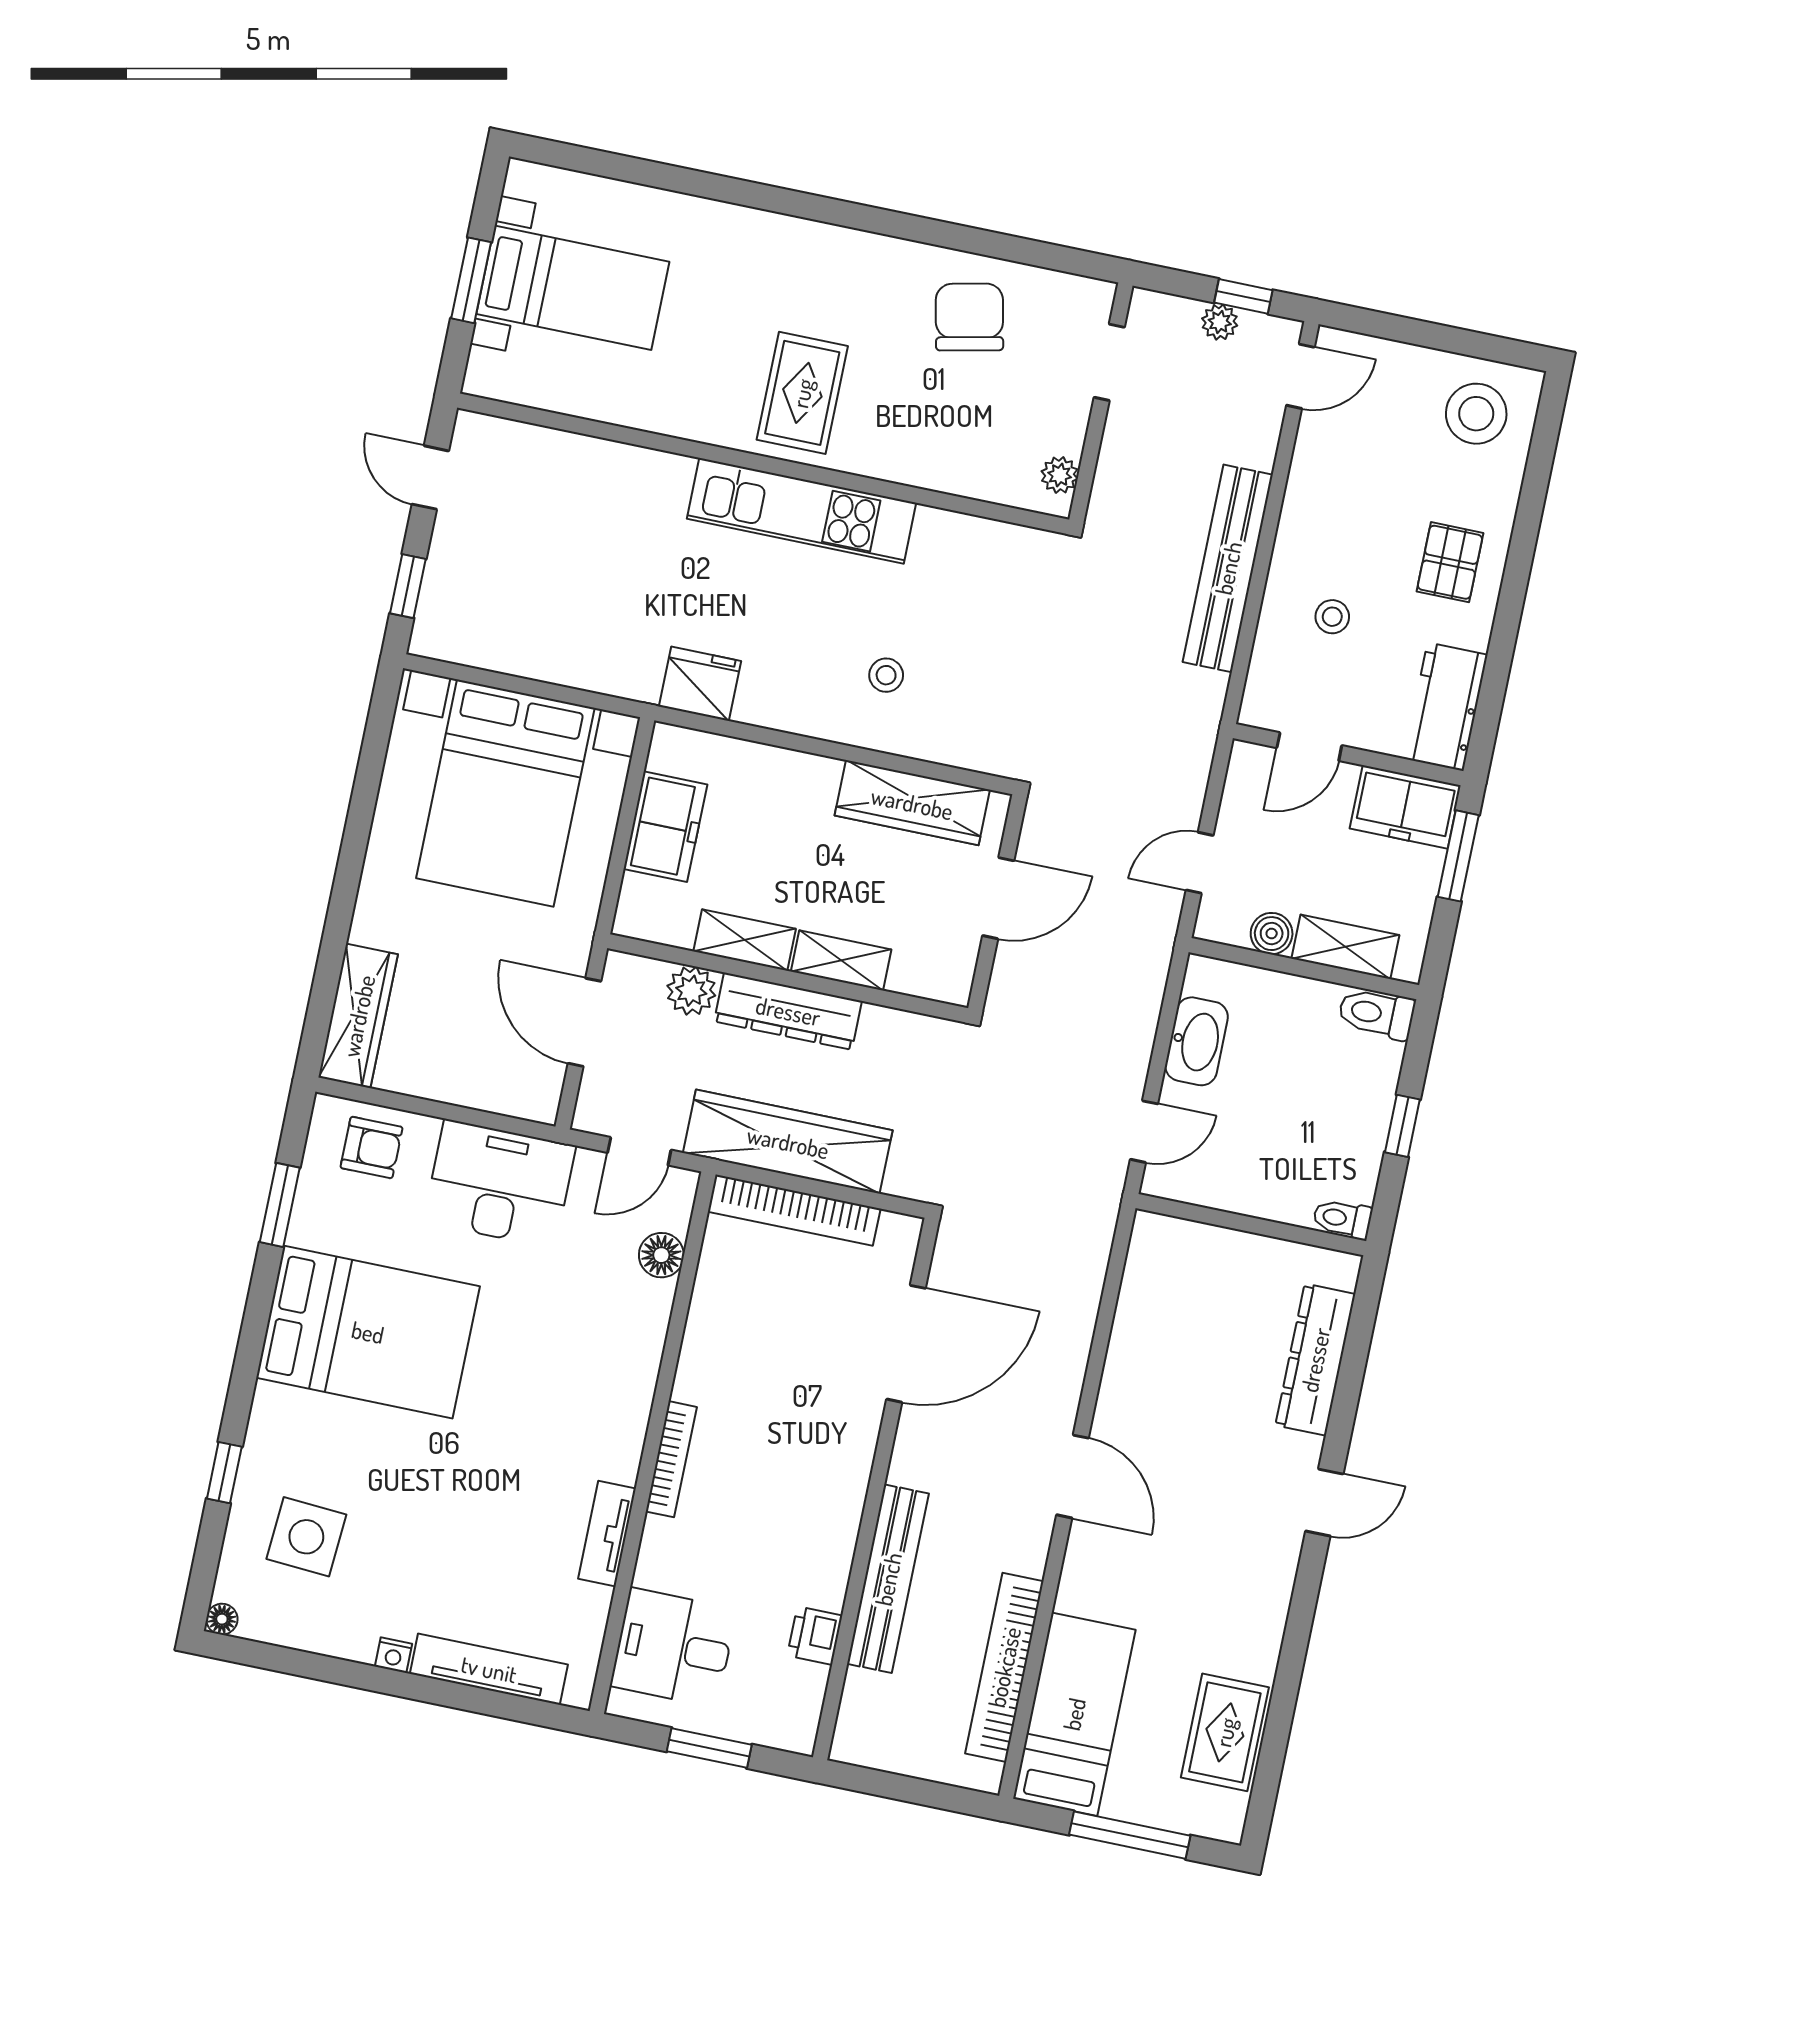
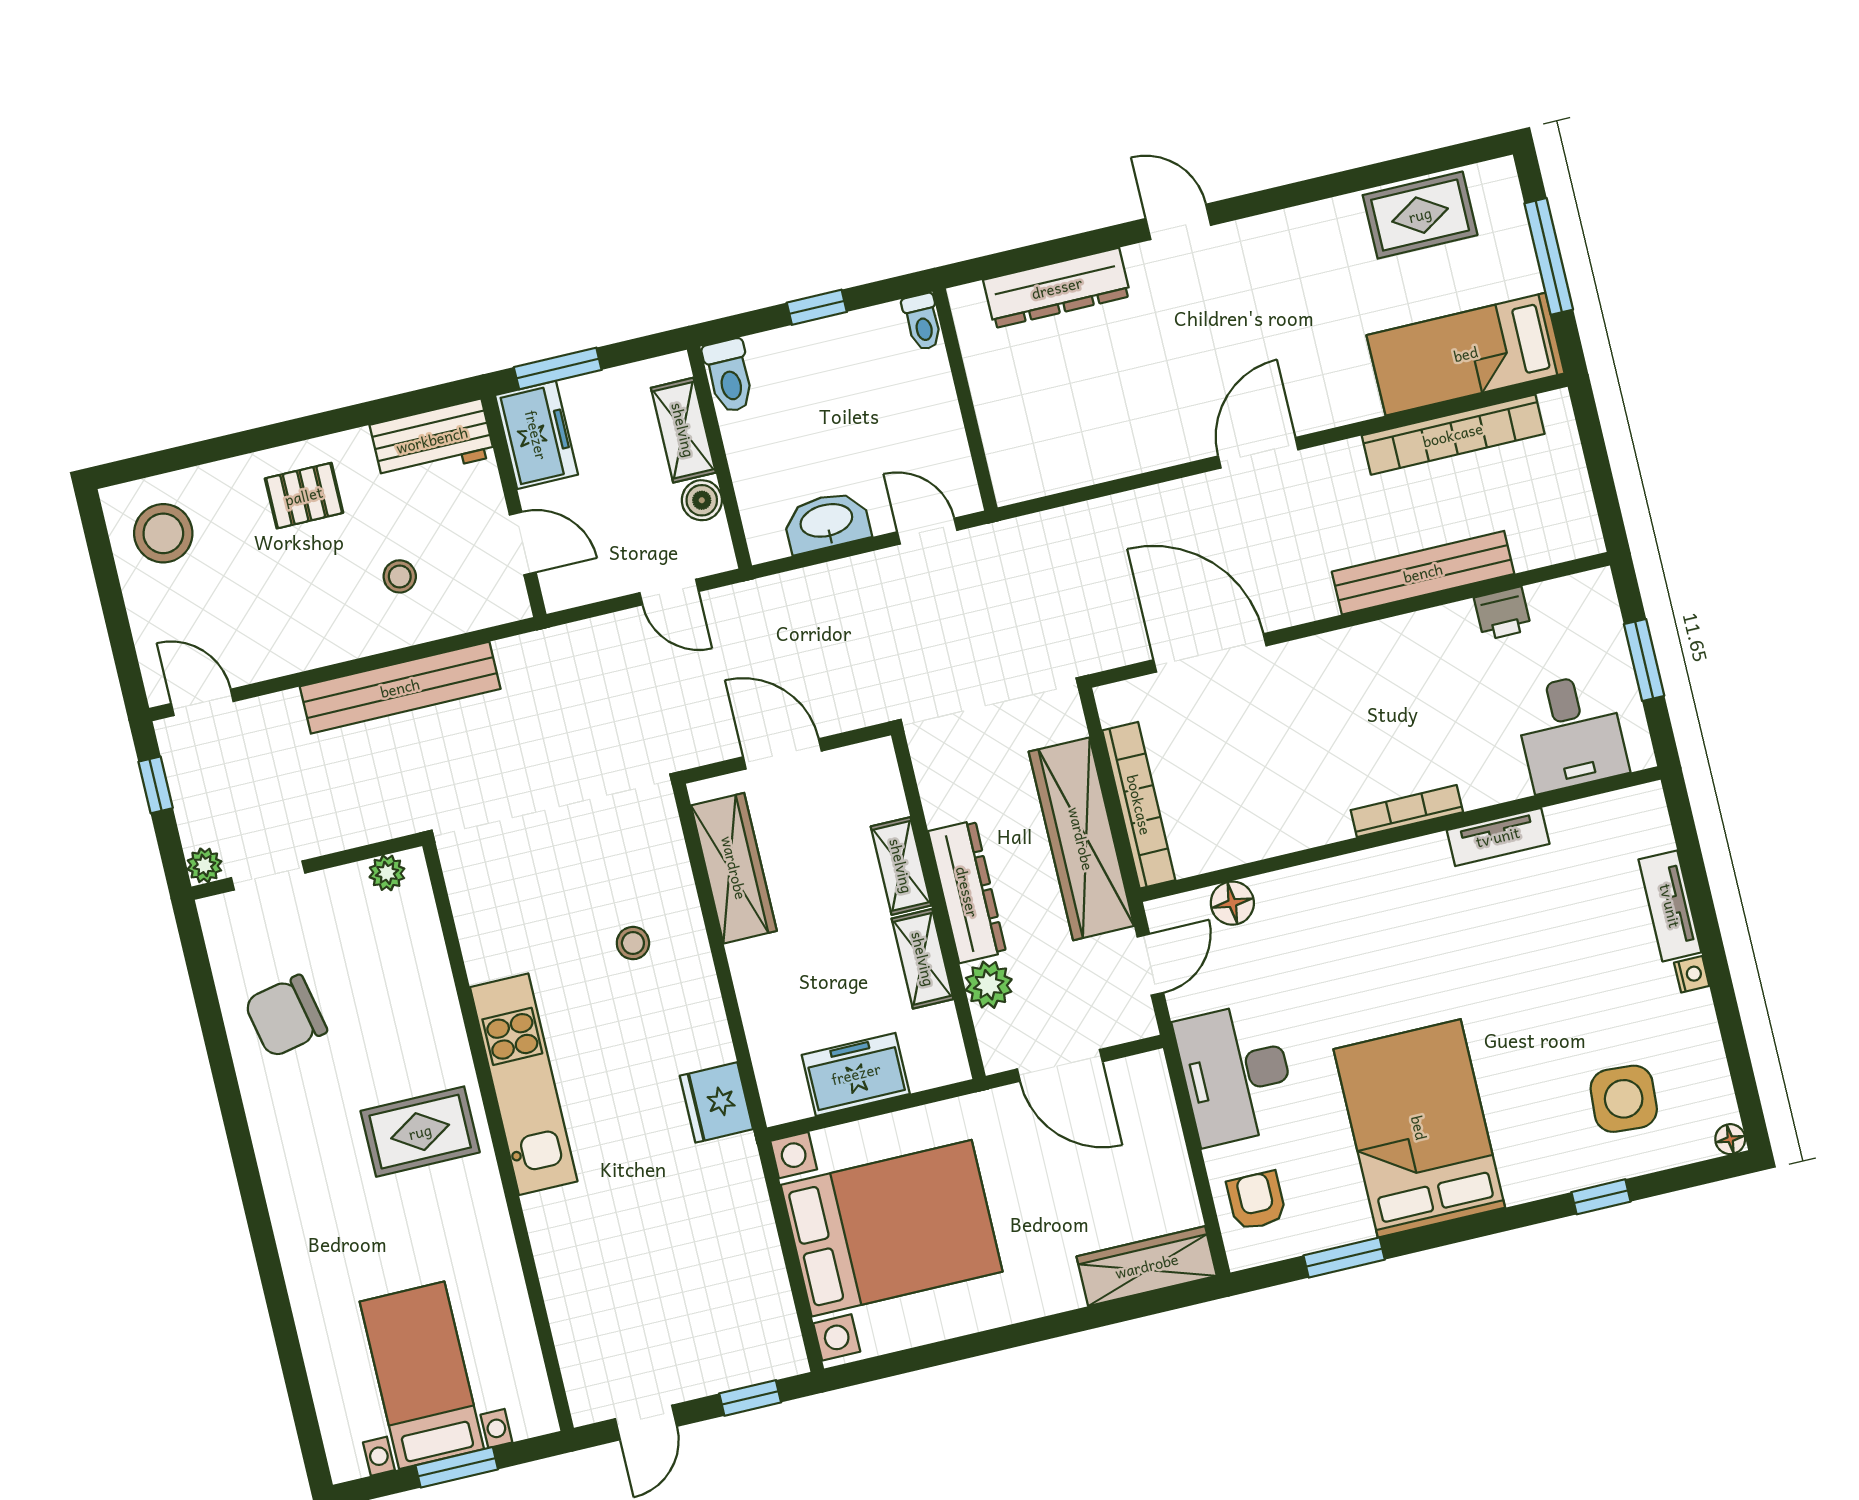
plant: (1220, 322) -> (204, 865), moved
door: (584, 1022) -> (1060, 1065), hinge flipped
door: (639, 1151) -> (1150, 965), hinge flipped
tv unit: (489, 1669) -> (1670, 906), width x0.71

